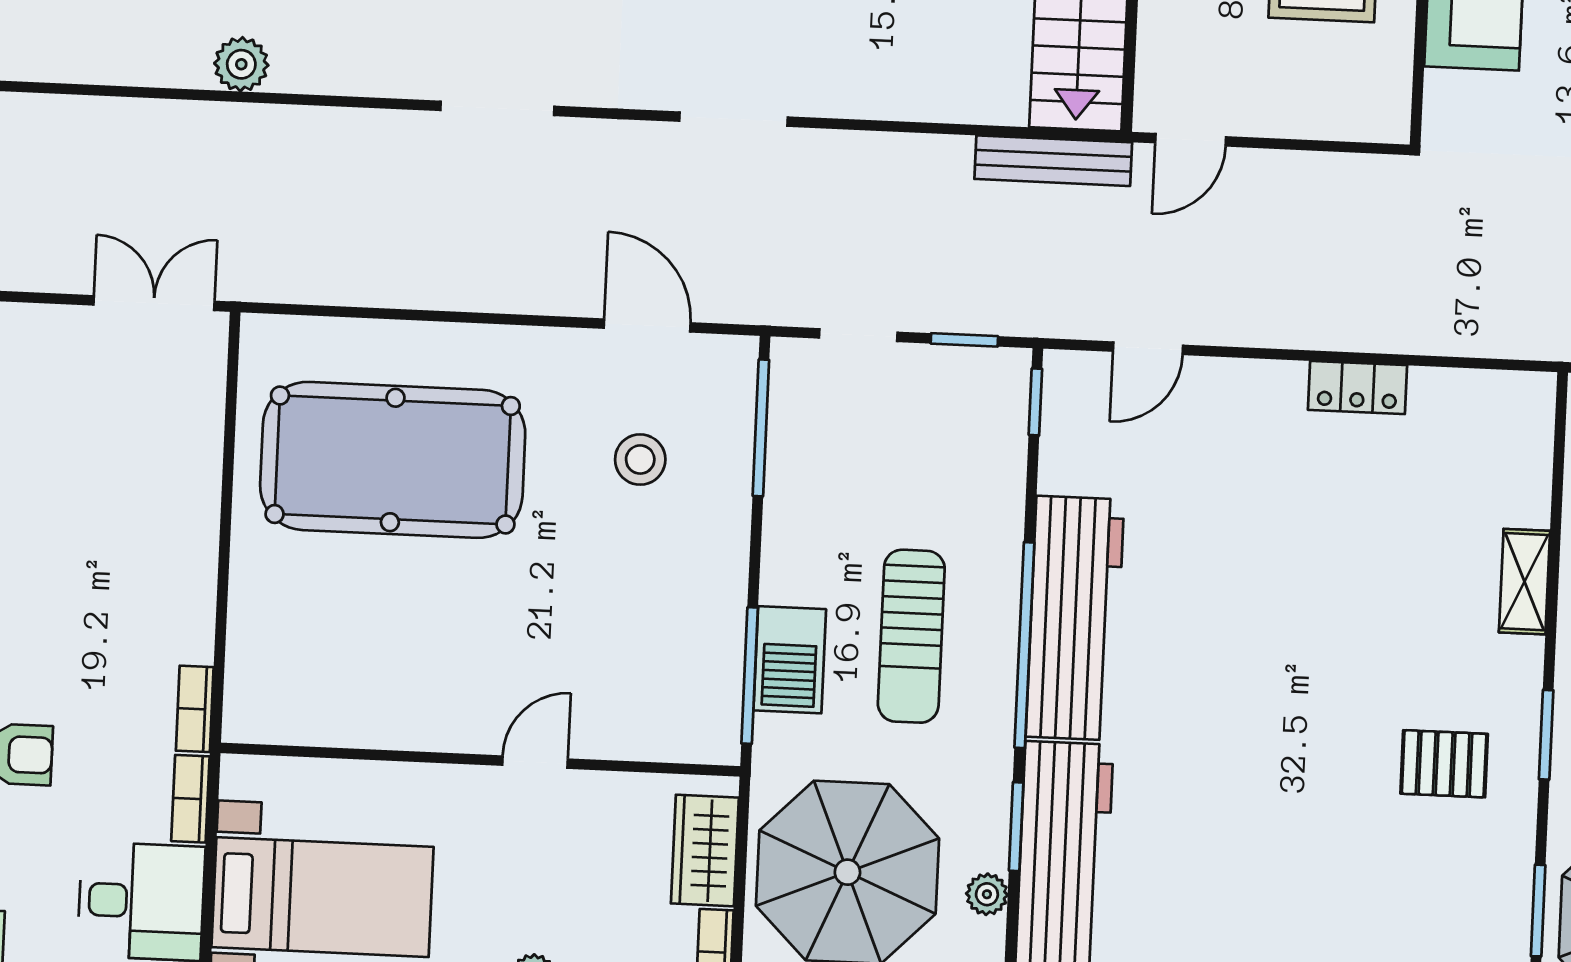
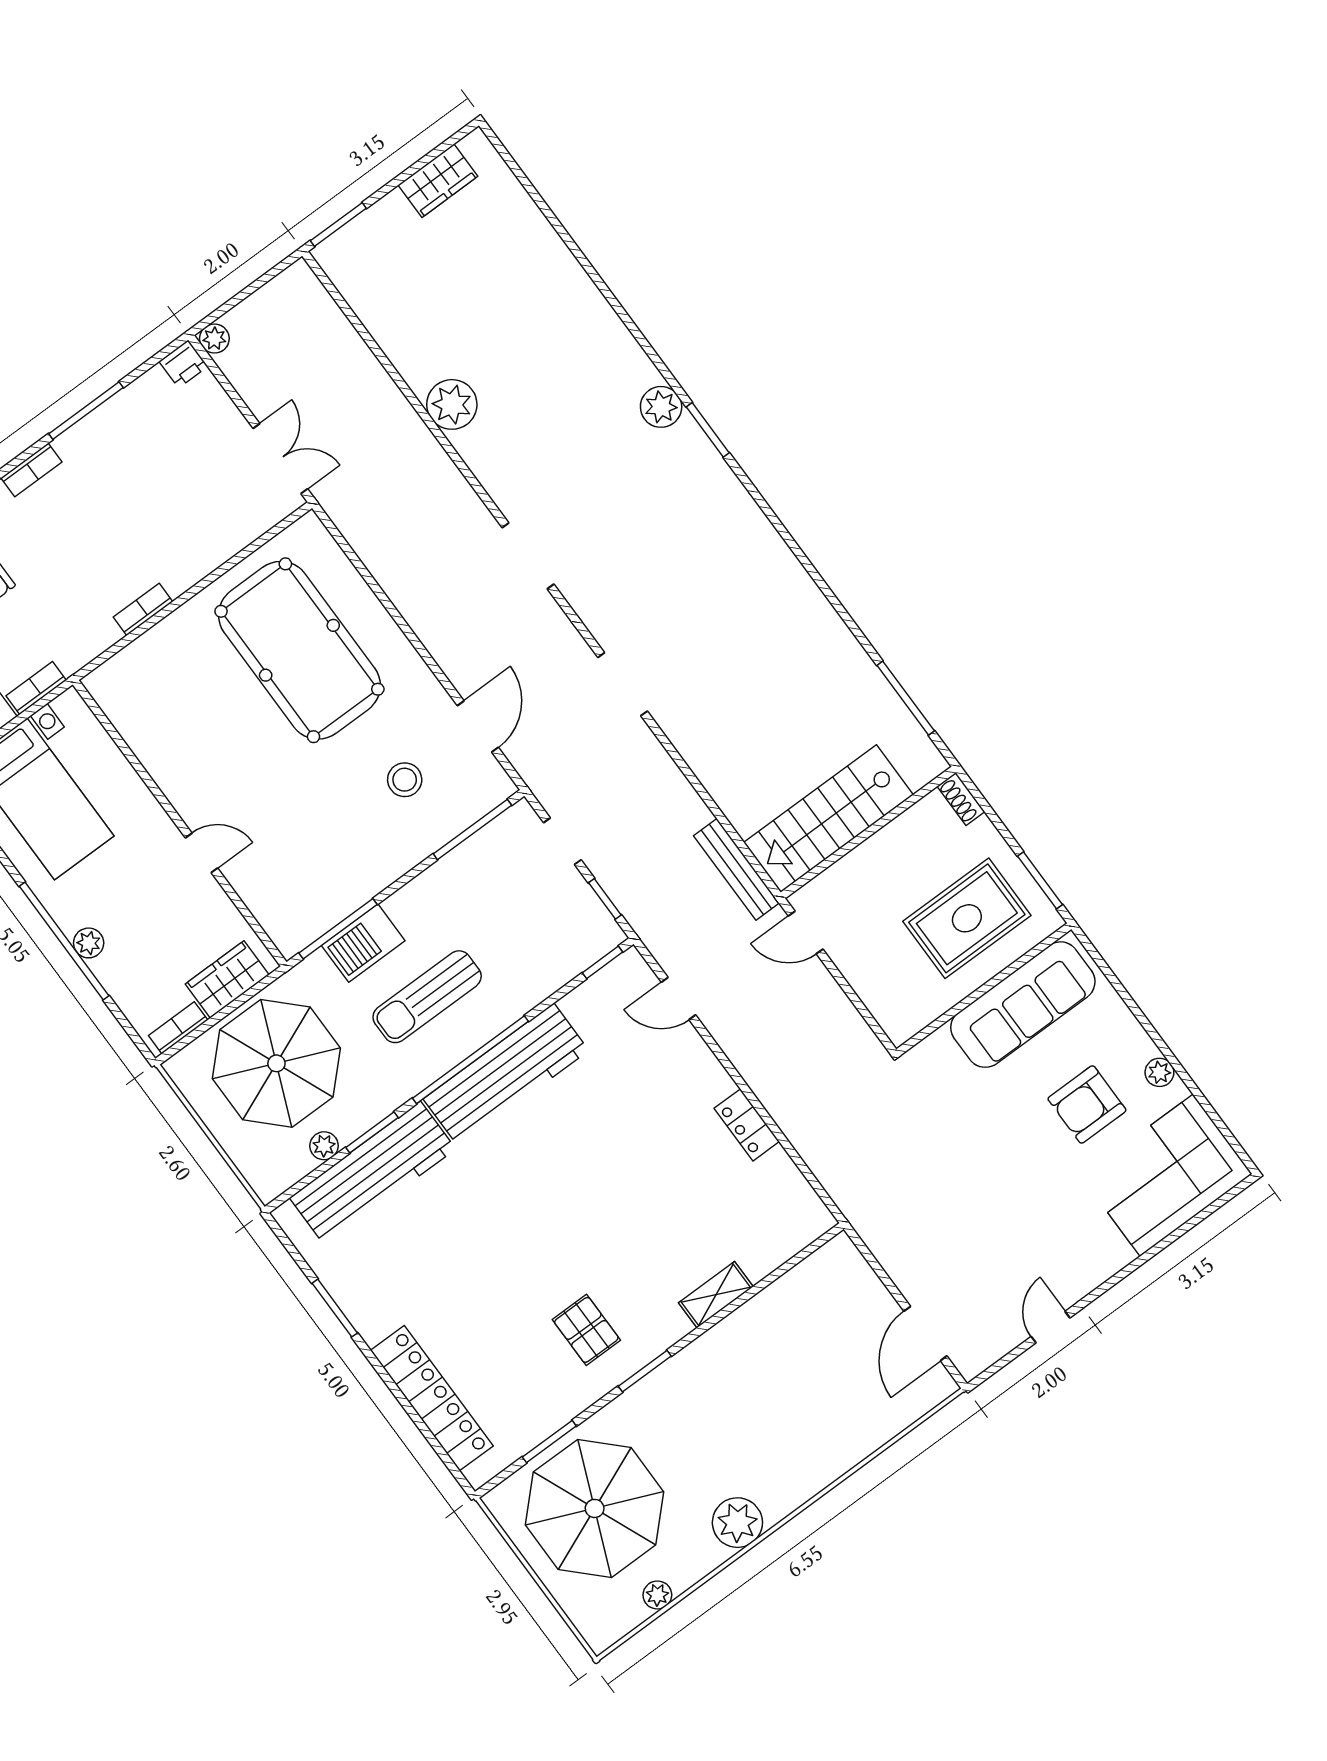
plant: (241, 64) -> (452, 404), width x1.36, depth x1.36
bookcase: (195, 709) -> (143, 609), moved

